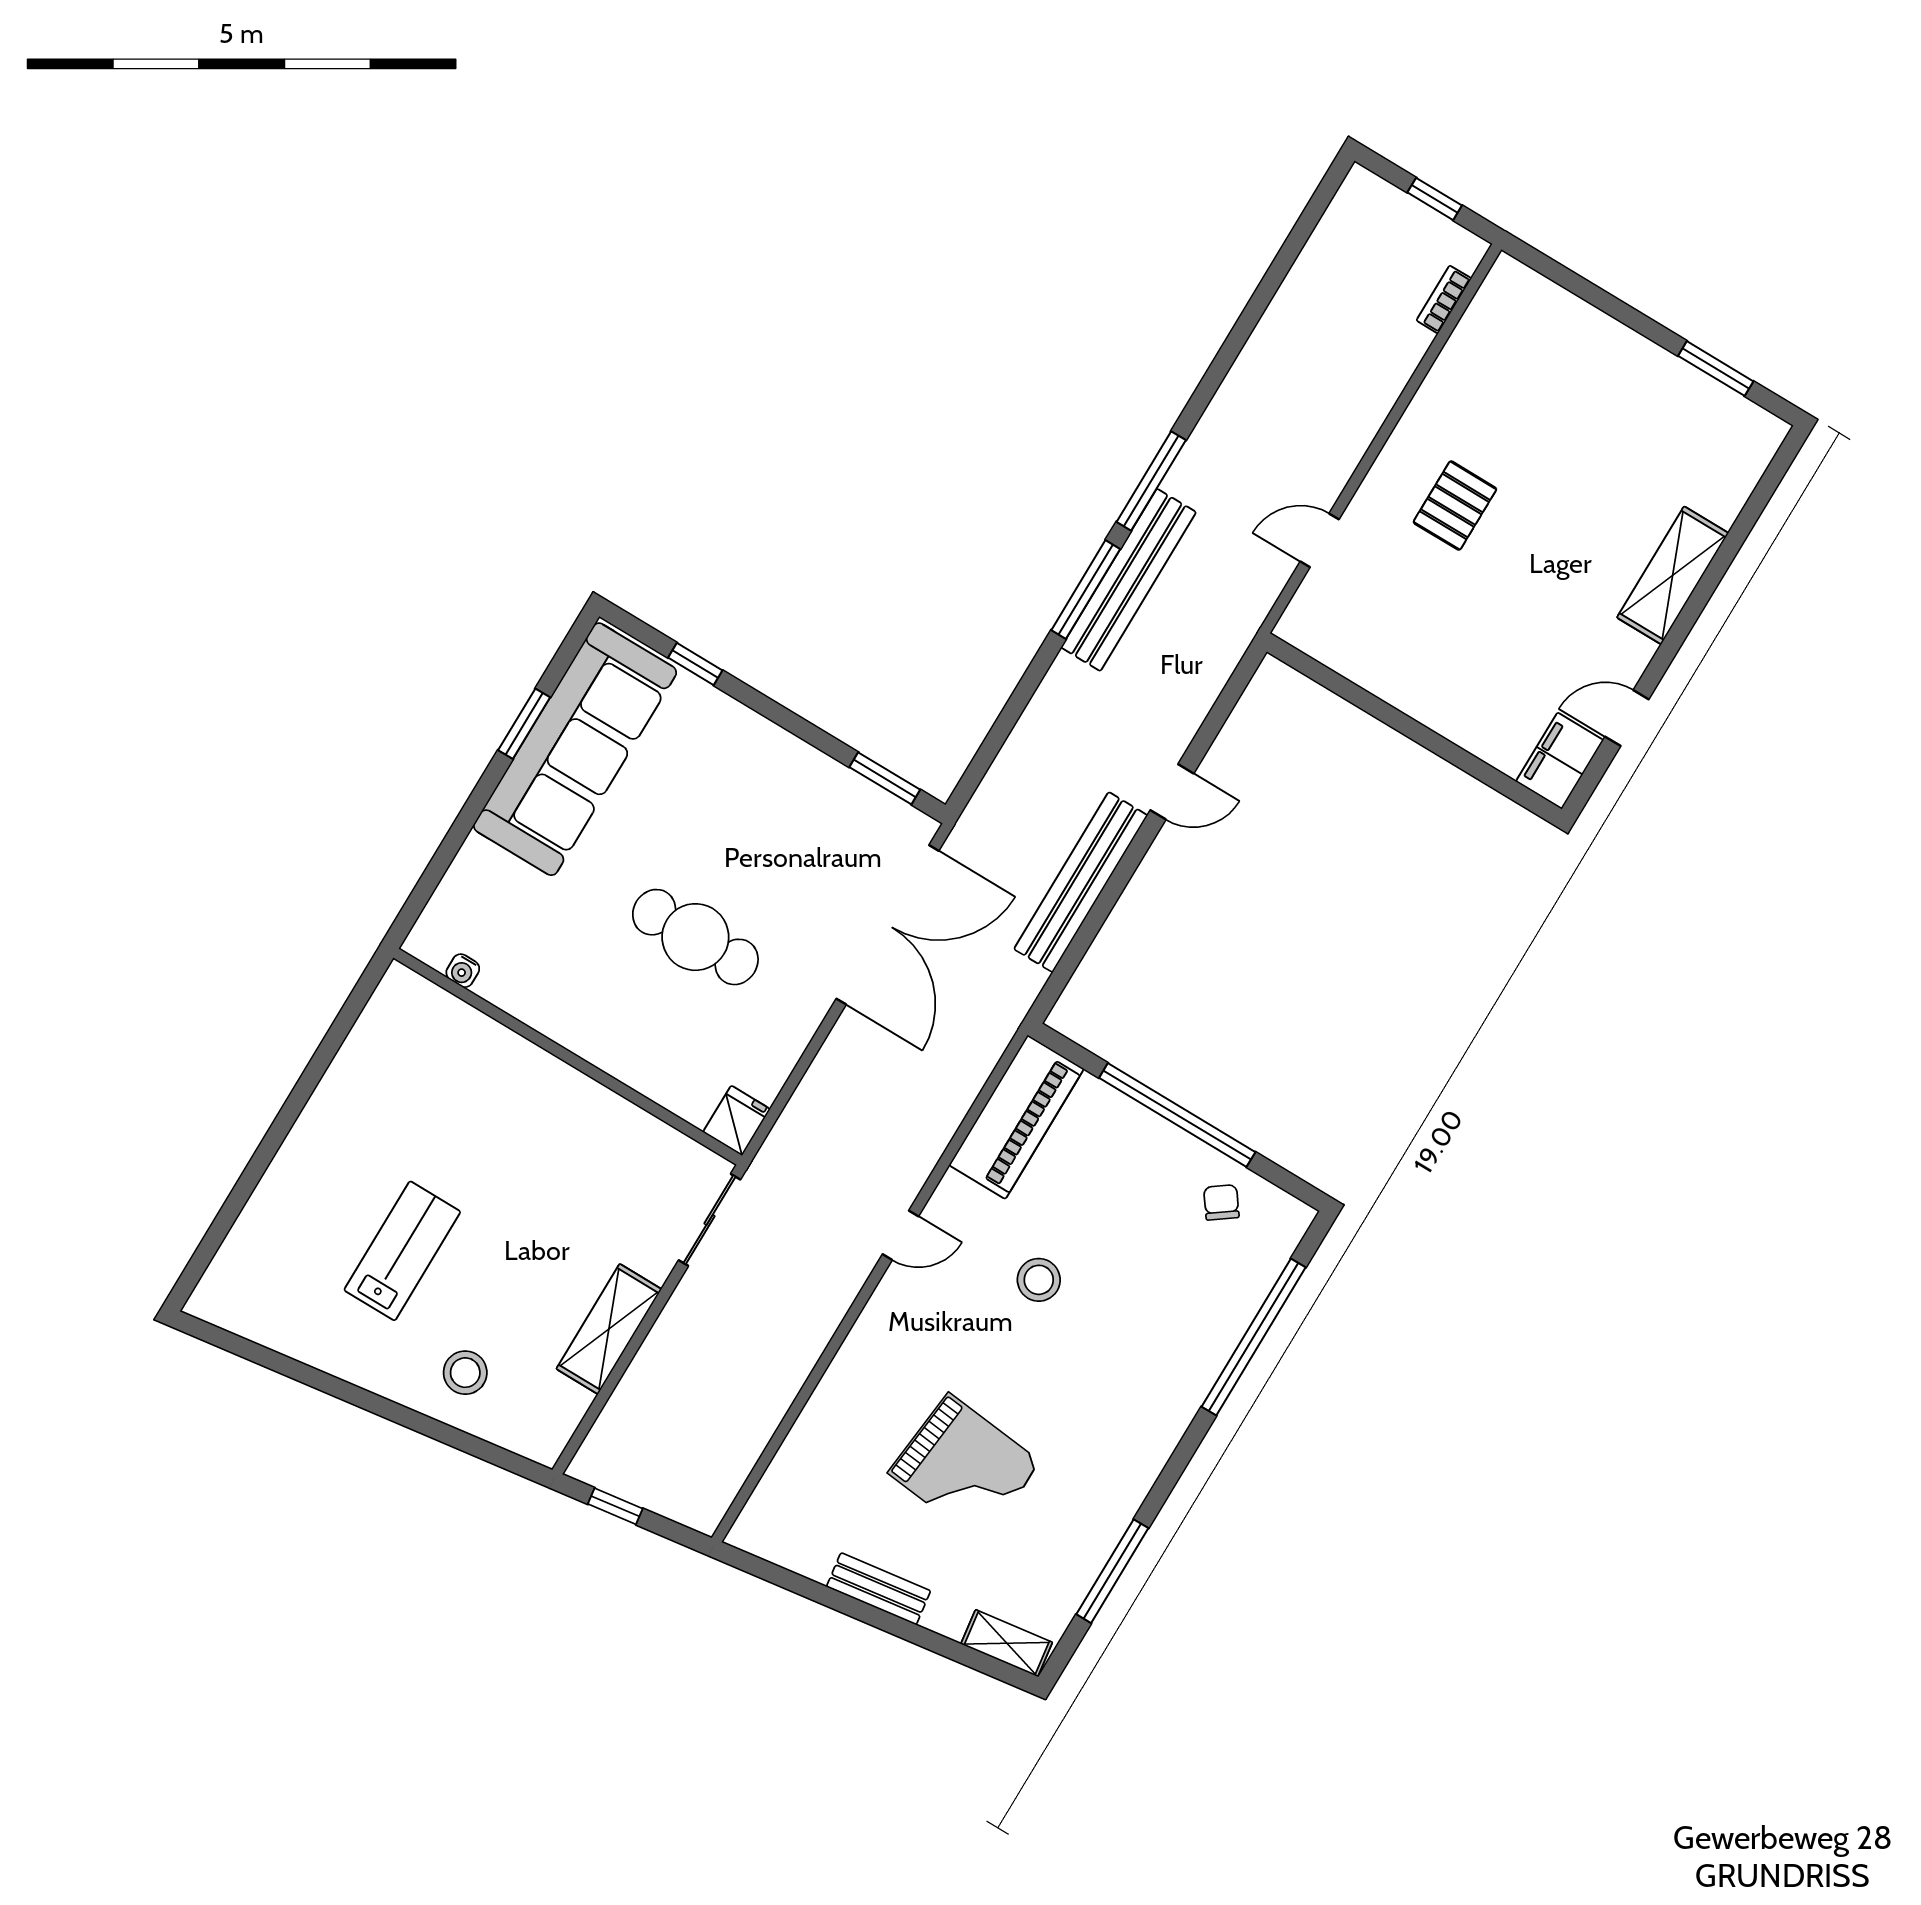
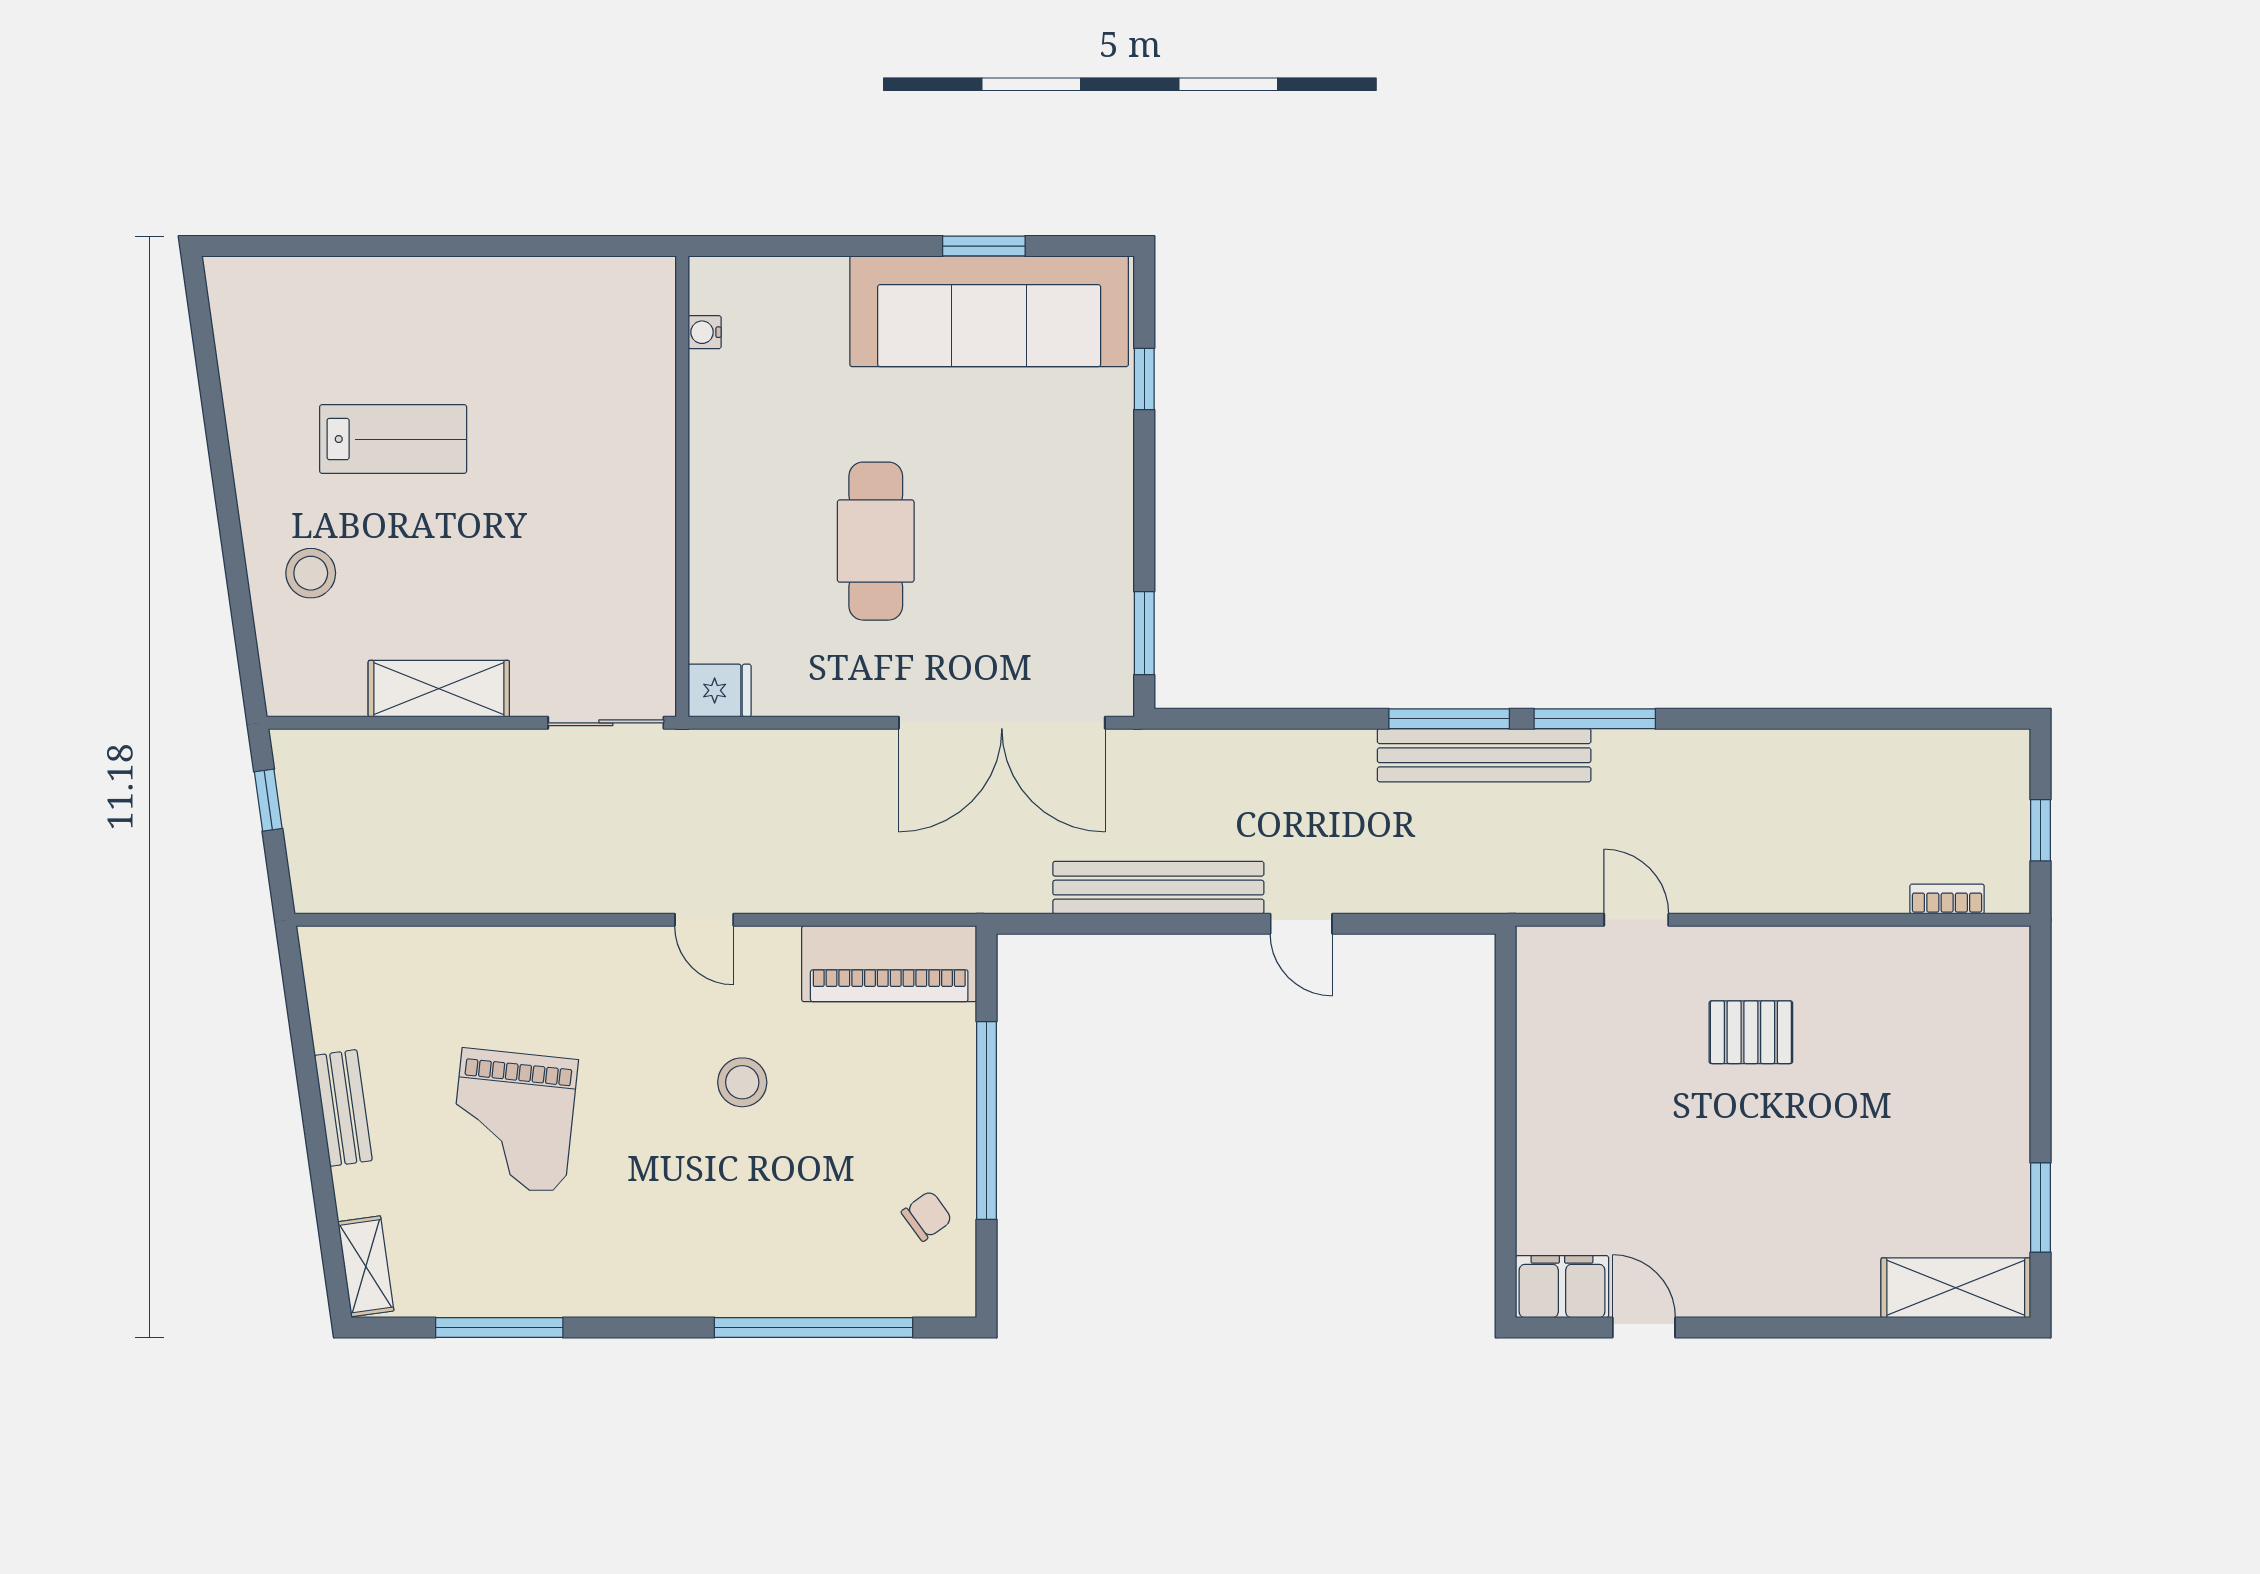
shelving: (1673, 575) -> (1956, 1288), moved

